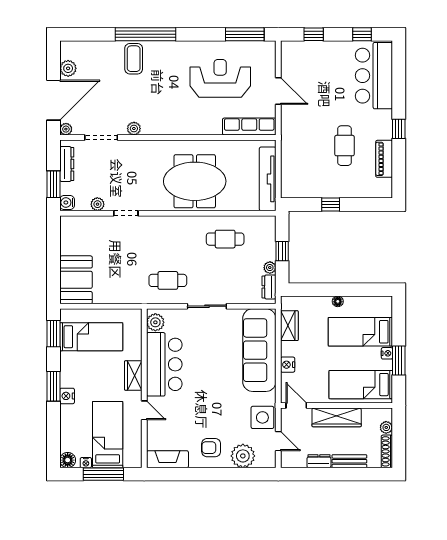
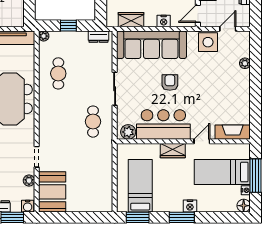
plant: (270, 268) -> (44, 36), moved
booth: (76, 280) -> (52, 192), moved, turned 90
armchair: (211, 448) -> (170, 83), moved, turned 180
plant: (243, 456) -> (245, 63), width x0.53, depth x0.53
fireplace: (167, 459) -> (233, 132), moved, turned 90

